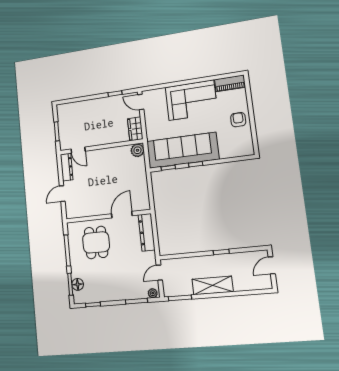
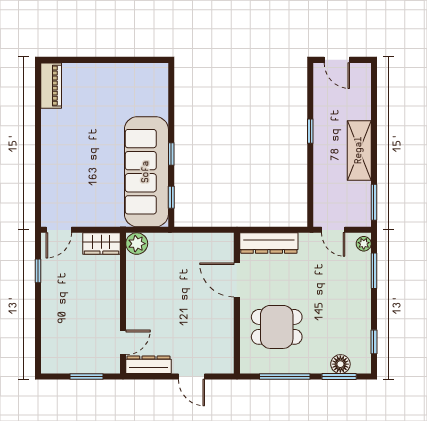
corner sofa: (191, 100) -> (69, 149), removed
armchair: (238, 120) -> (110, 80), removed

